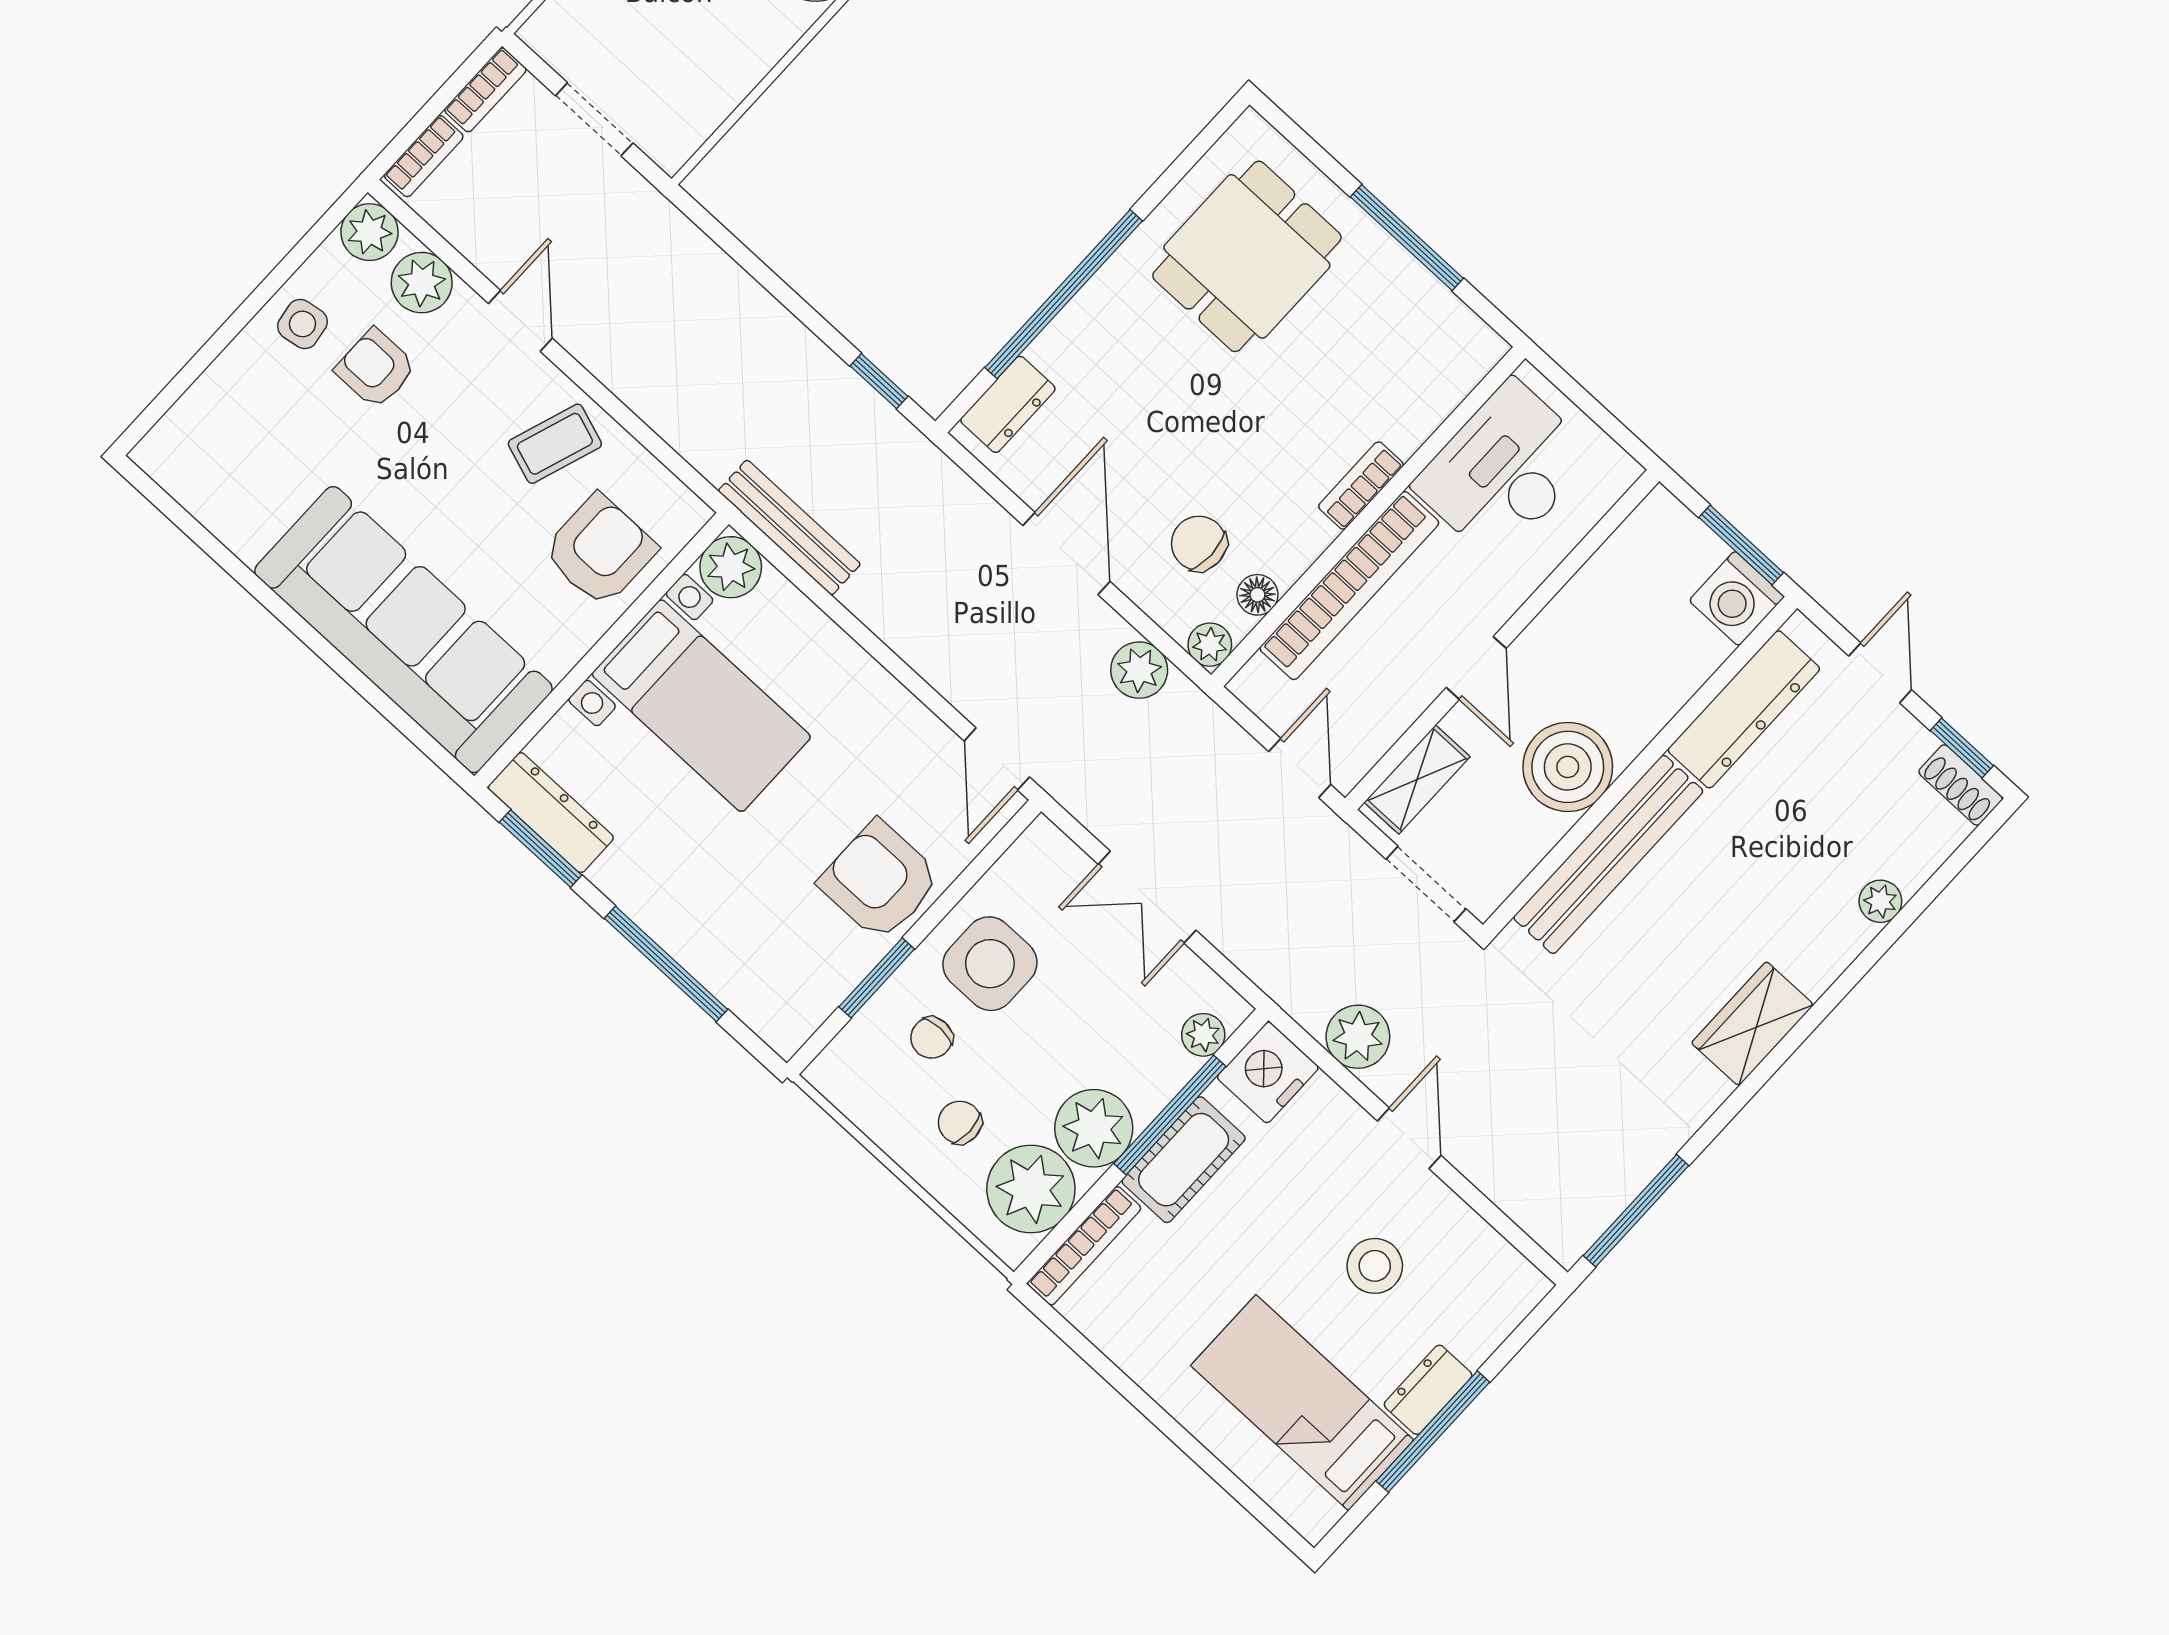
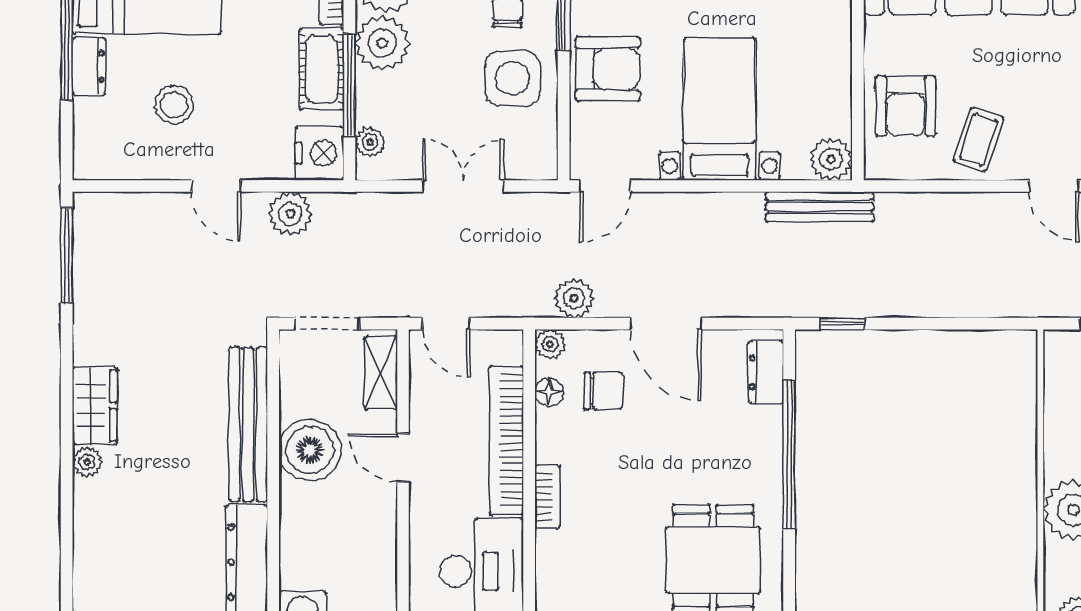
bed with nightstands: (701, 706) -> (720, 109), moved, turned 90
door: (997, 759) -> (605, 186), swing flipped
plant: (1880, 901) -> (87, 462), moved

